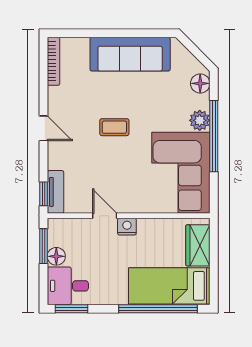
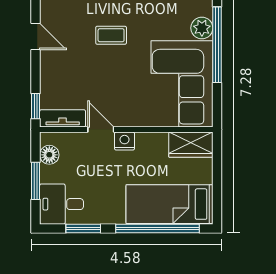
tv unit: (55, 192) -> (63, 118), moved, turned -90
wardrobe: (198, 245) -> (191, 145), moved, turned -90
window: (43, 246) -> (36, 181), moved
floor lamp: (56, 256) -> (49, 155), moved
window: (71, 309) -> (83, 228), moved

